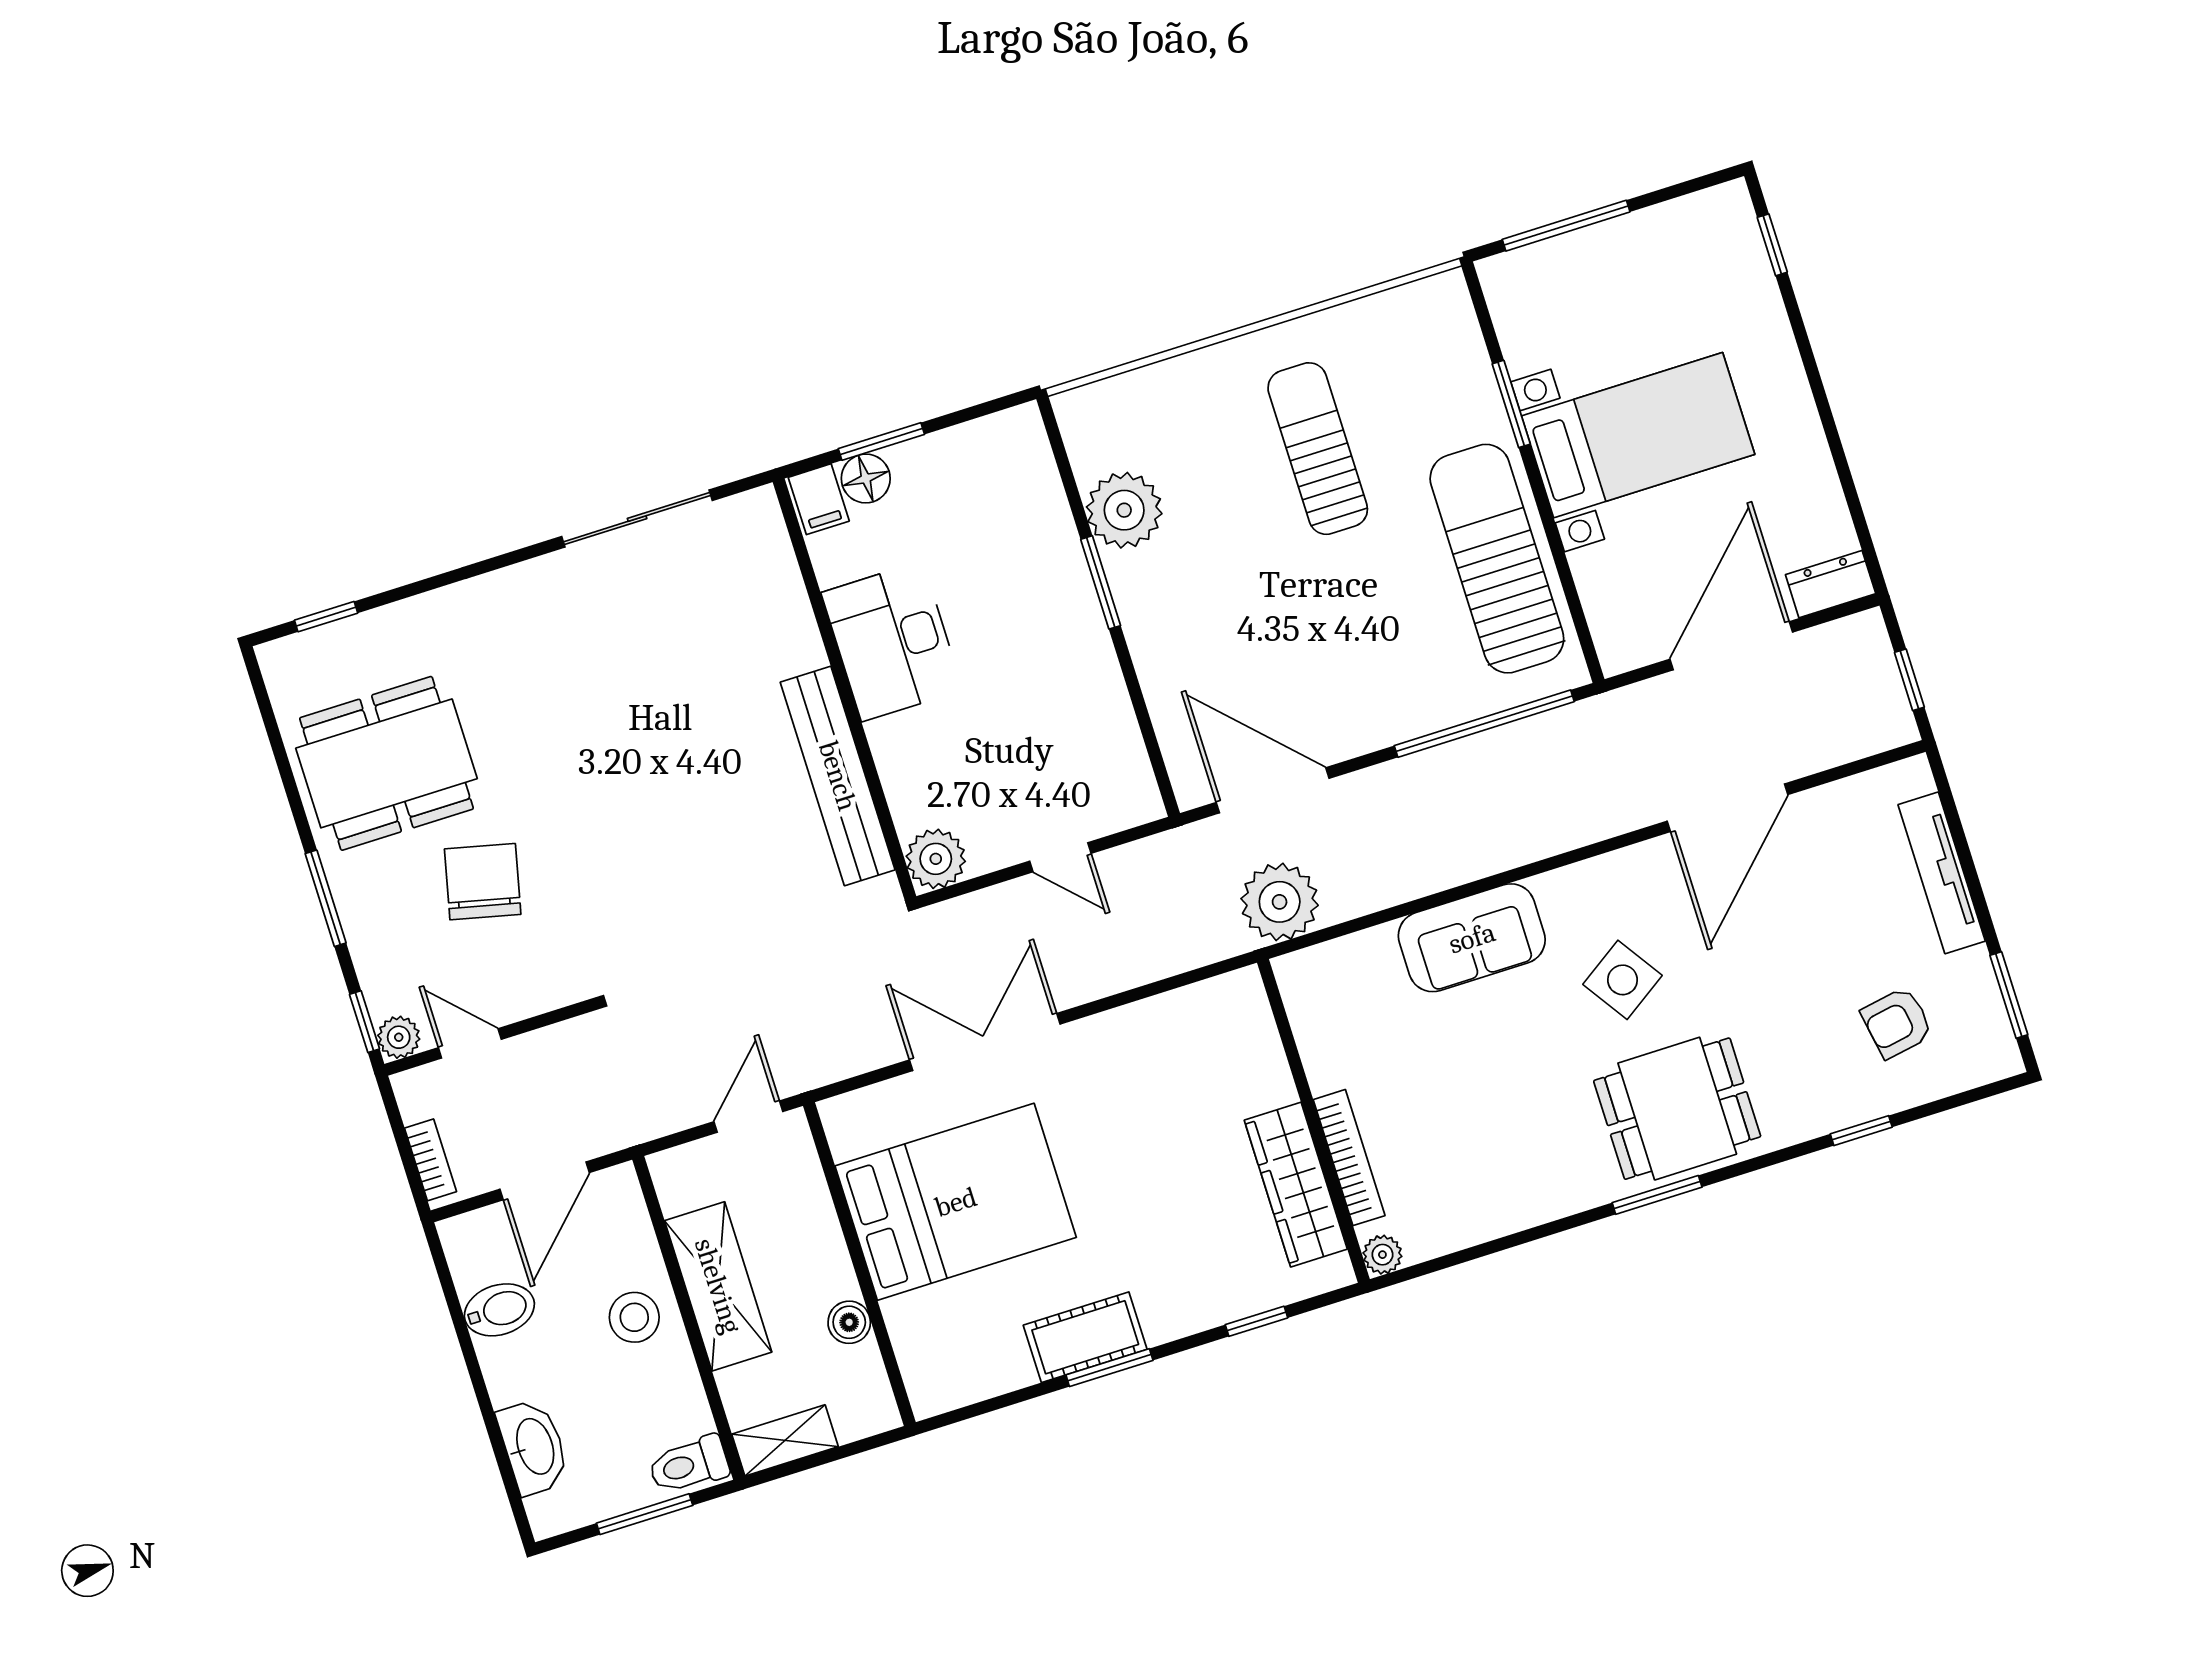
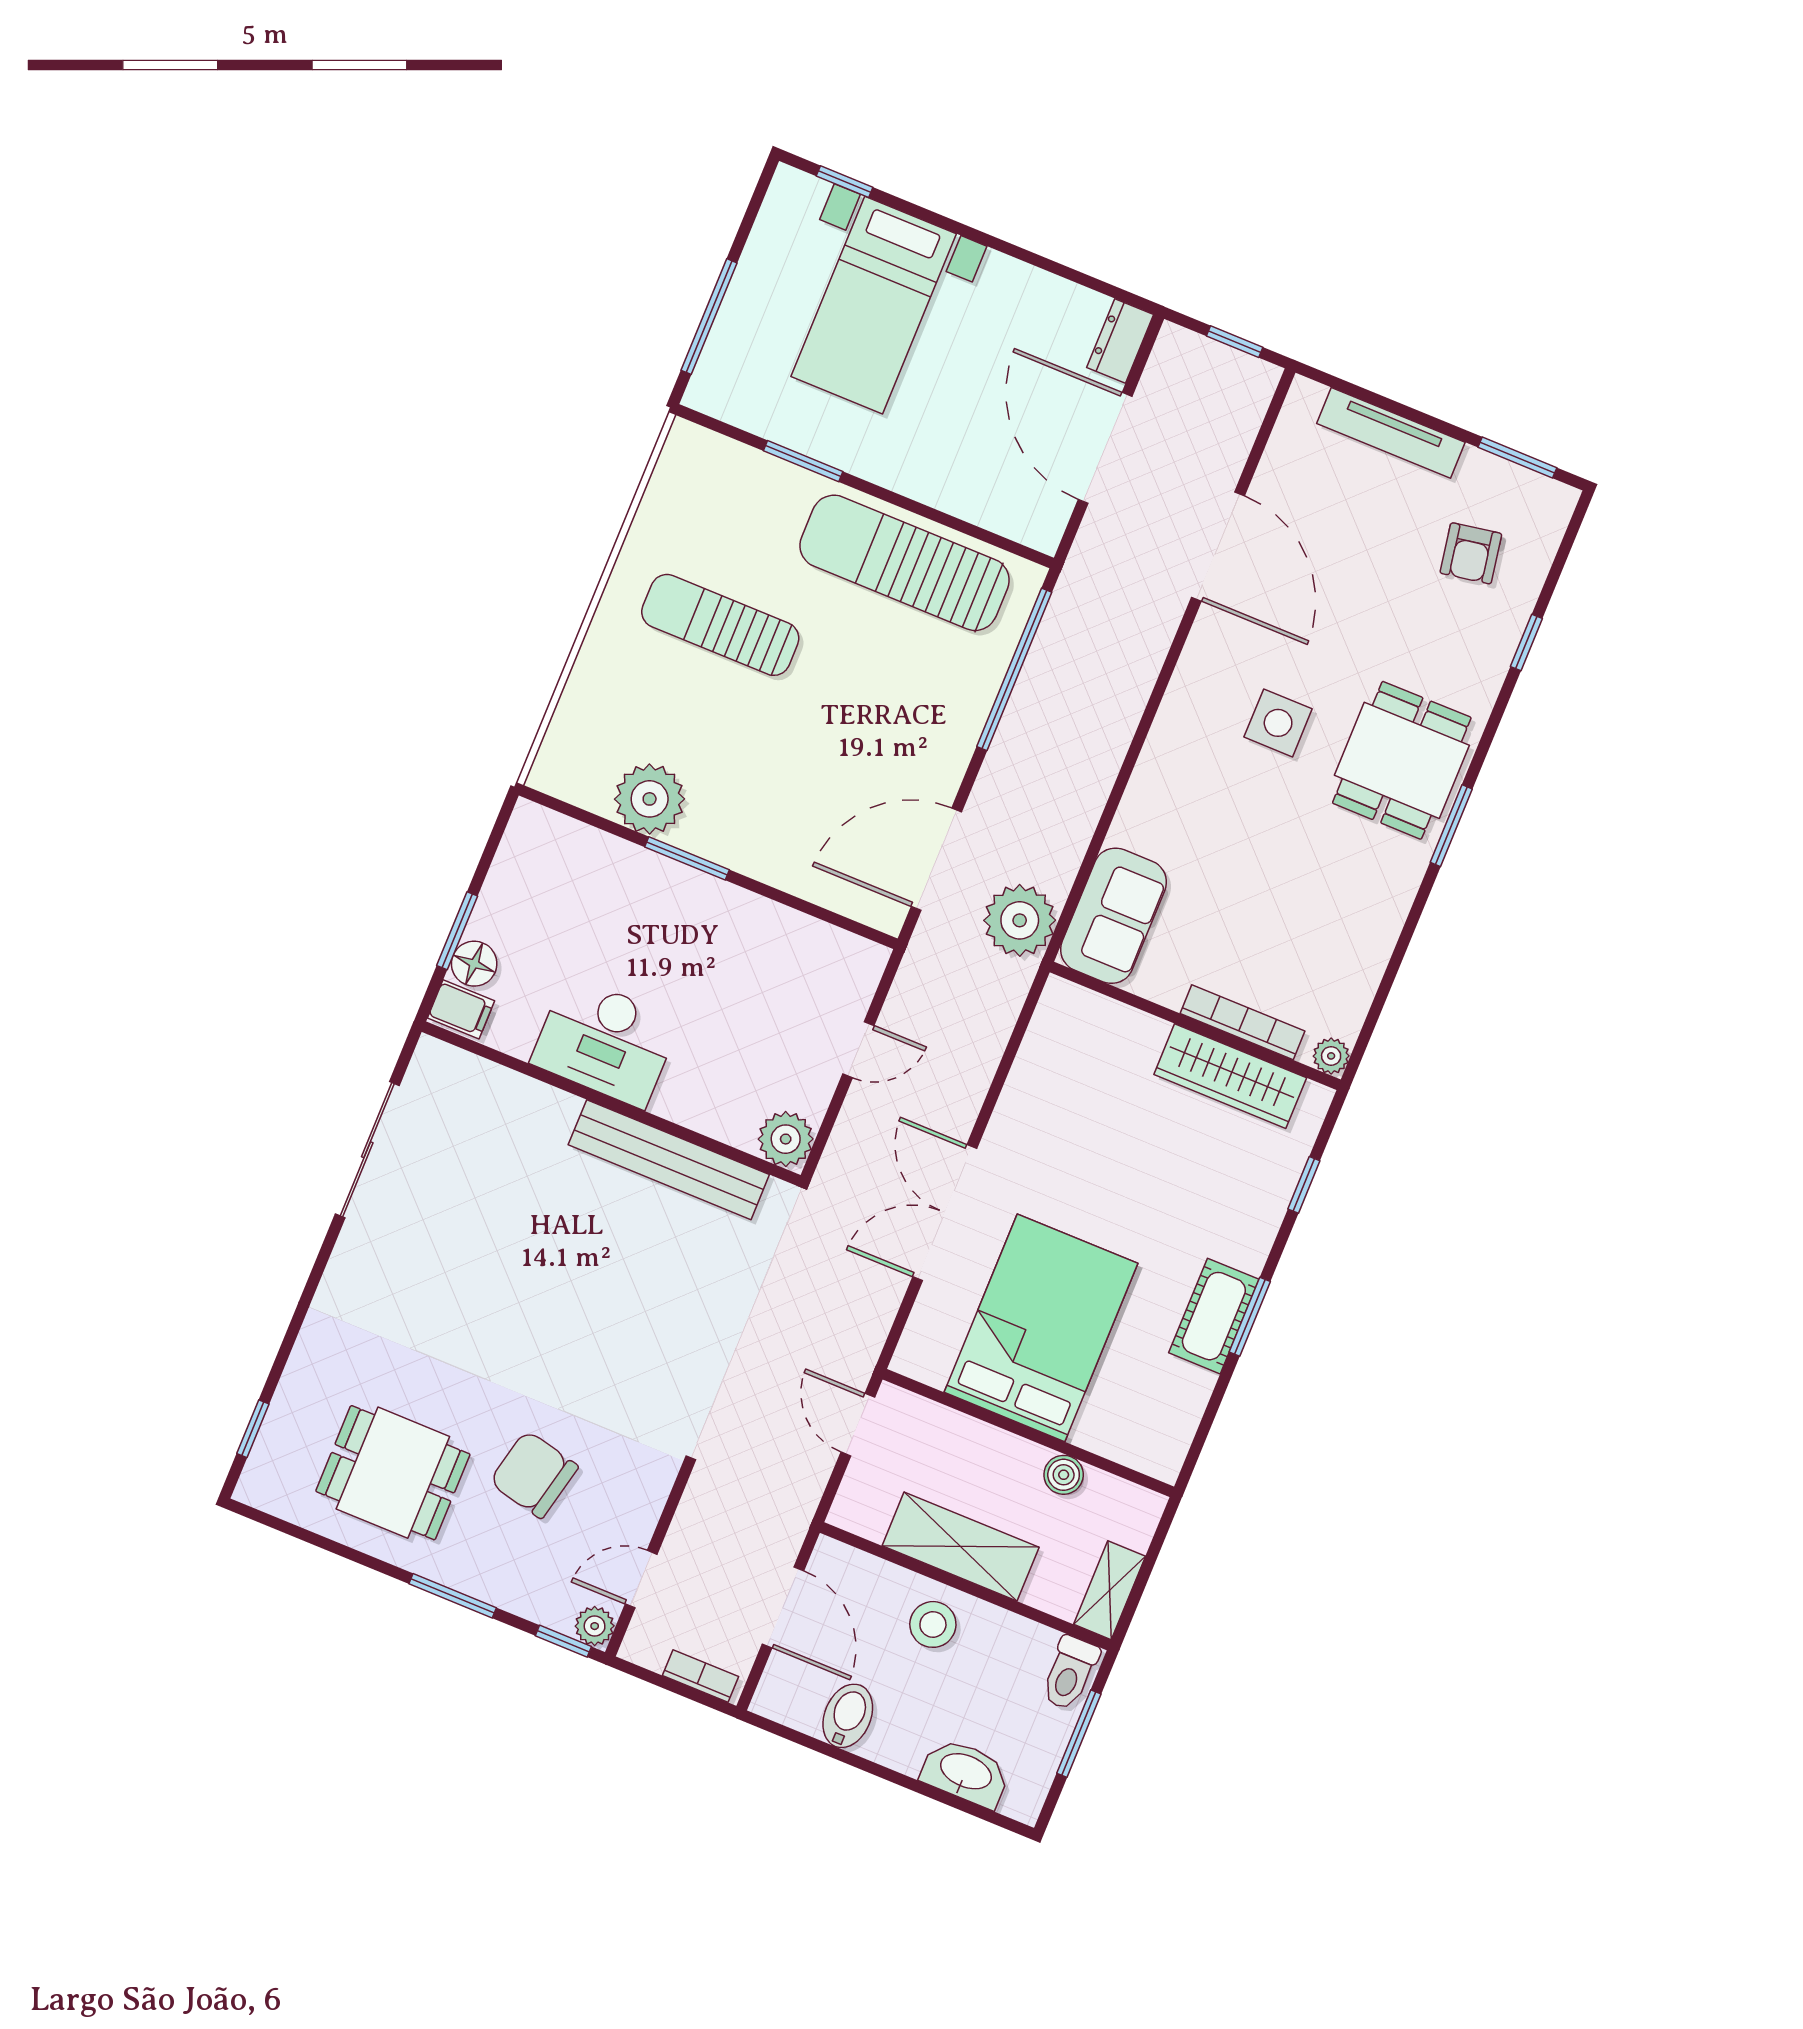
bed with nightstands: (1638, 435) -> (874, 305), moved, turned 180
dining table: (386, 763) -> (393, 1473), width x0.73
sofa: (1472, 938) -> (1114, 916), moved
side table: (1623, 980) -> (1278, 723), turned 34

